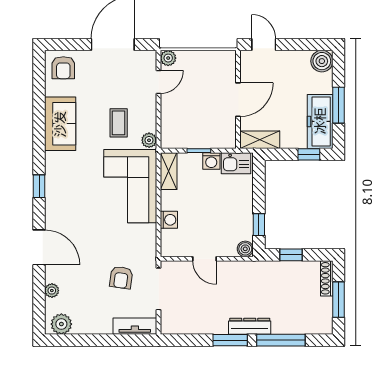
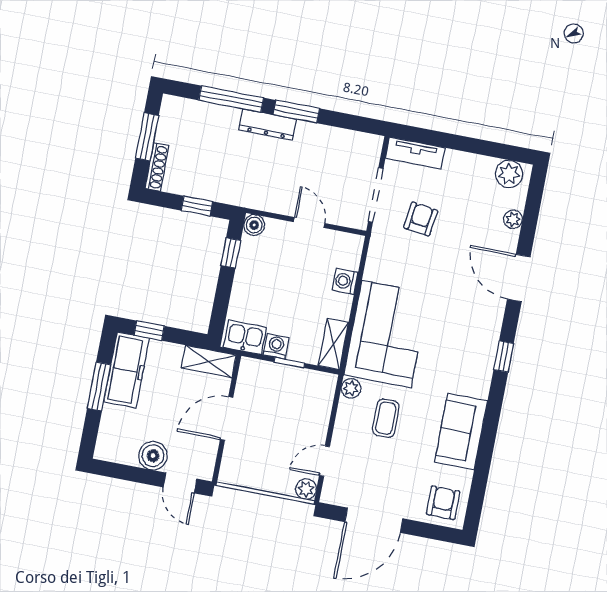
boiler: (322, 61) -> (153, 456), moved

